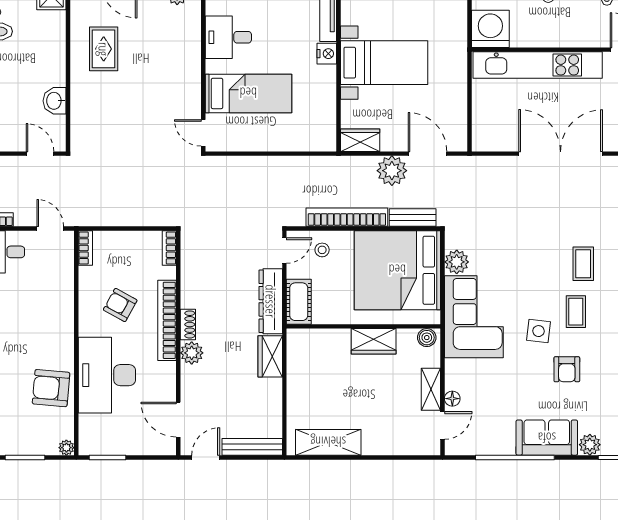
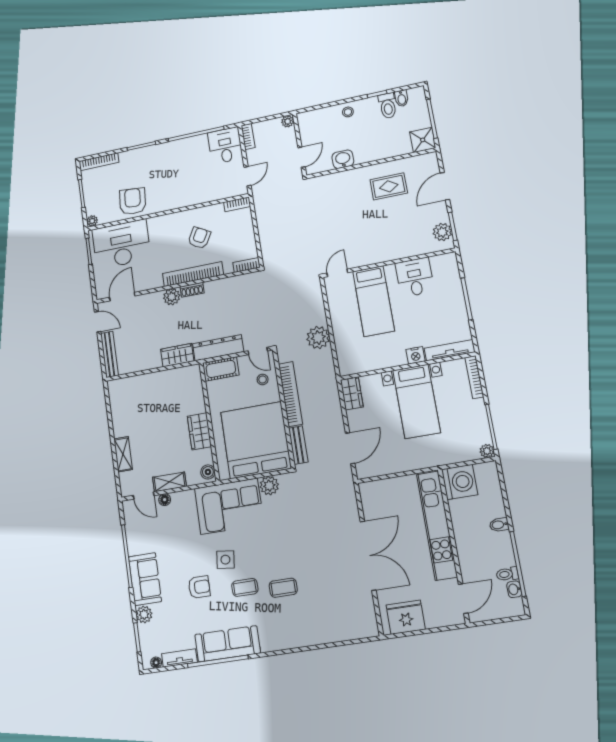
plant: (392, 171) -> (318, 338), moved
armchair: (567, 369) -> (199, 587), turned 180
desk: (107, 375) -> (121, 244), moved
shelving: (328, 442) -> (123, 454), moved, width x0.67, depth x0.75

